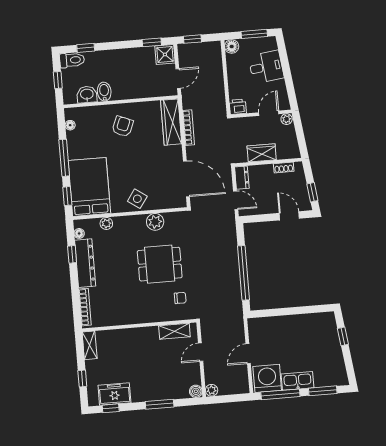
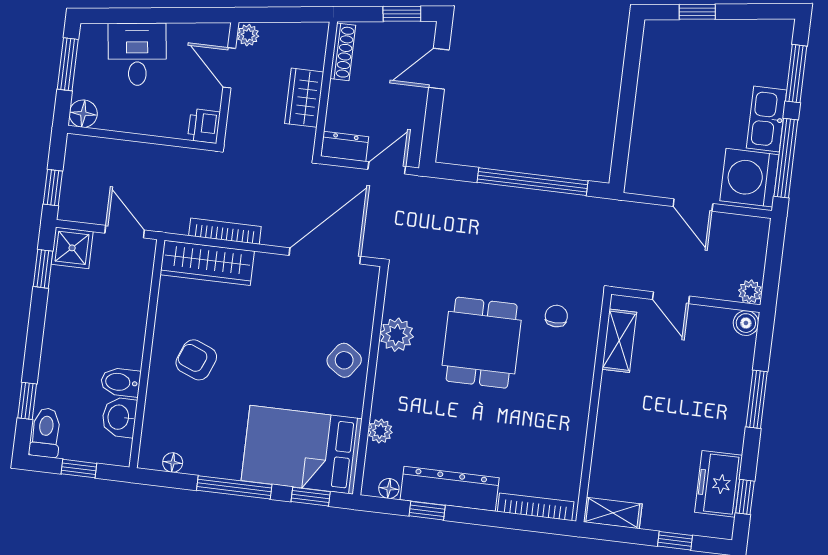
shoe rack: (284, 167) -> (343, 52), width x1.43

